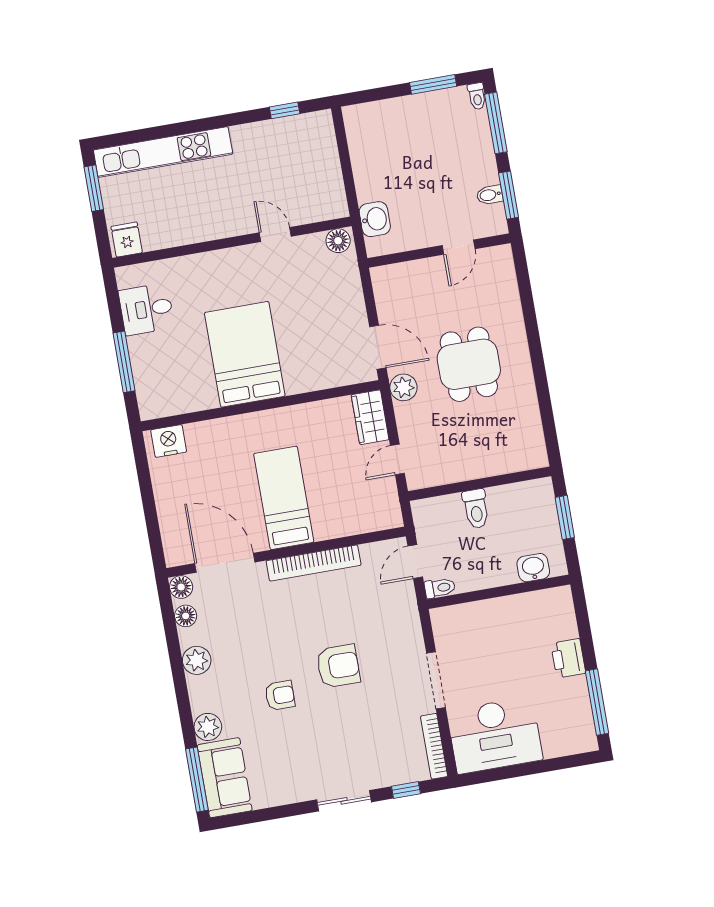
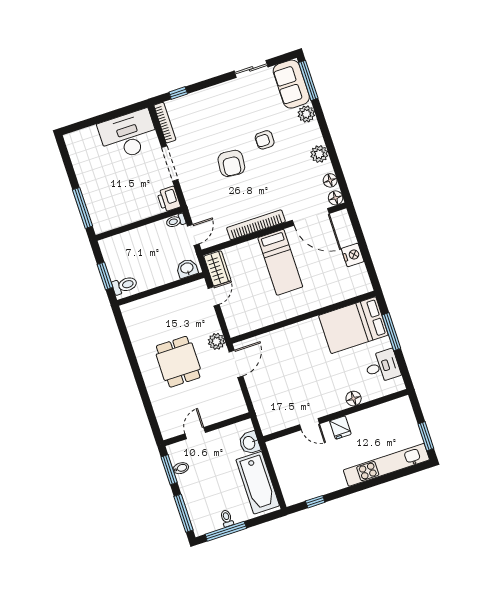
window: (433, 84) -> (226, 531), width x1.44
toilet: (477, 96) -> (227, 518), moved
bathtub: (371, 154) -> (258, 483), added
fridge: (127, 240) -> (340, 428), moved
floor lamp: (338, 241) -> (354, 399), moved
door: (378, 347) -> (236, 364), swing flipped
bed: (245, 354) -> (353, 325), moved, turned 90
wardrobe: (370, 417) -> (217, 268), moved
nightstand: (169, 441) -> (353, 255), moved, turned -90
toilet: (476, 509) -> (125, 285), moved, turned 90
washbasin: (533, 568) -> (187, 268), moved, turned 180
printer: (568, 658) -> (169, 199), moved, turned 180
armchair: (338, 666) -> (231, 163), turned -84
window: (597, 702) -> (82, 208), moved
sliding door: (344, 801) -> (251, 69), moved

